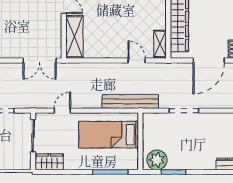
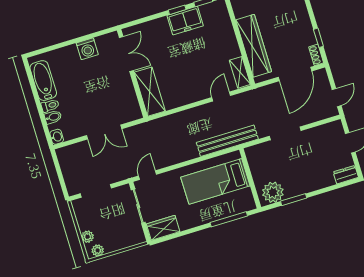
double door: (40, 60) -> (104, 132), moved
door: (137, 60) -> (221, 97), hinge flipped
door: (62, 111) -> (147, 175), moved

